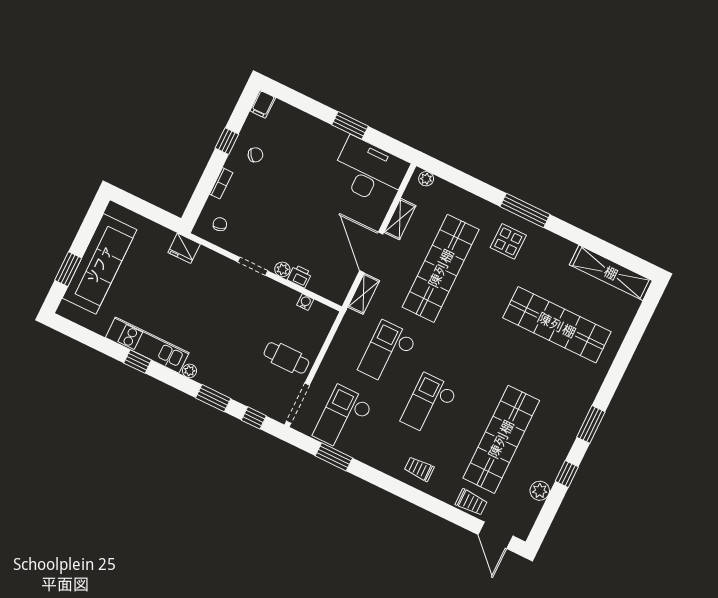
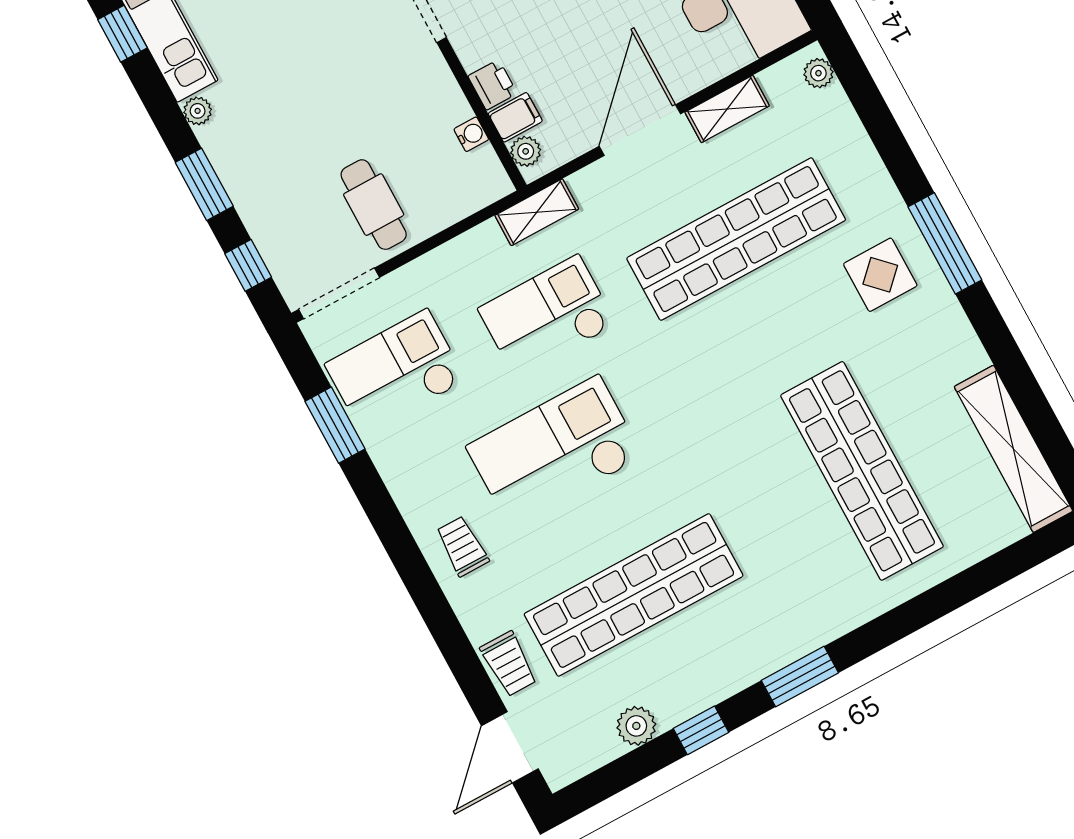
plant: (282, 269) -> (526, 151), moved
filing cabinet: (318, 283) -> (515, 117), added
shelving: (364, 294) -> (537, 212), moved
checkout: (429, 405) -> (555, 452), width x1.36, depth x1.21

